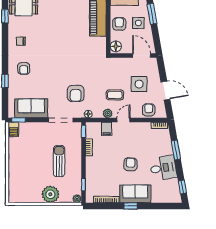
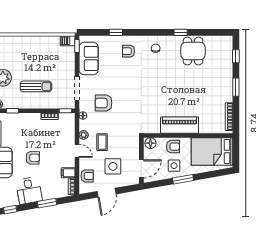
filing cabinet: (107, 129) -> (68, 173), moved

